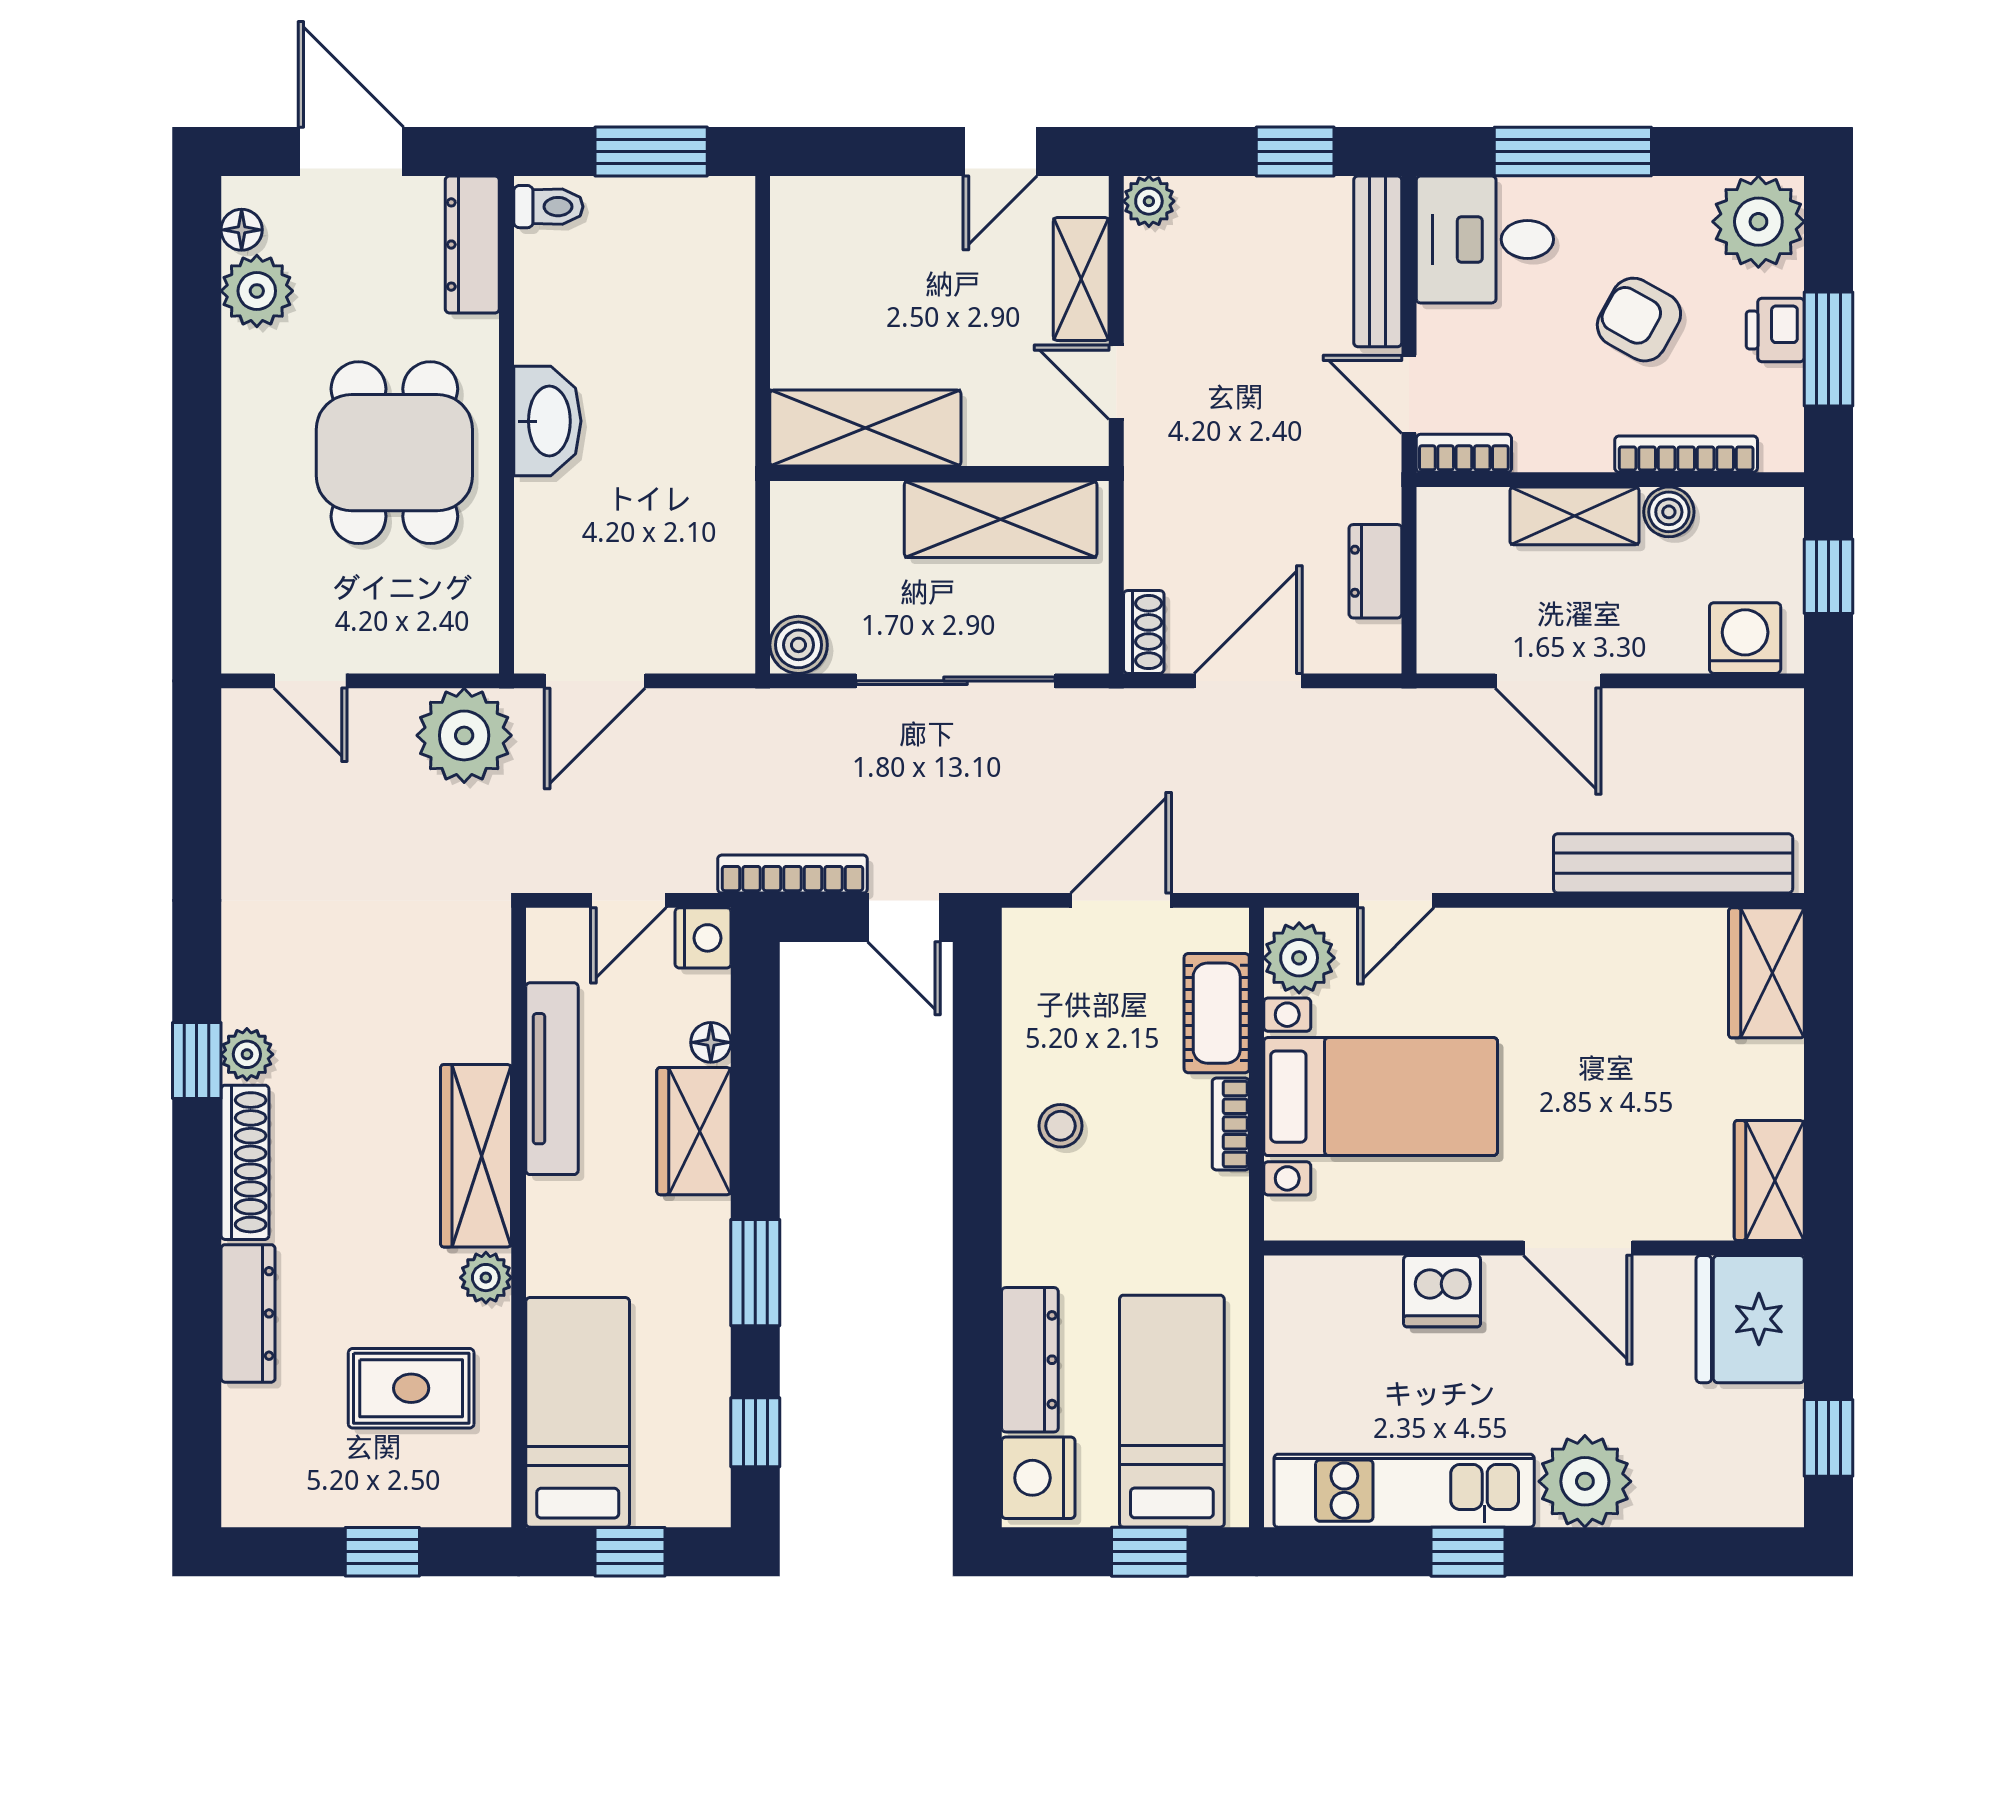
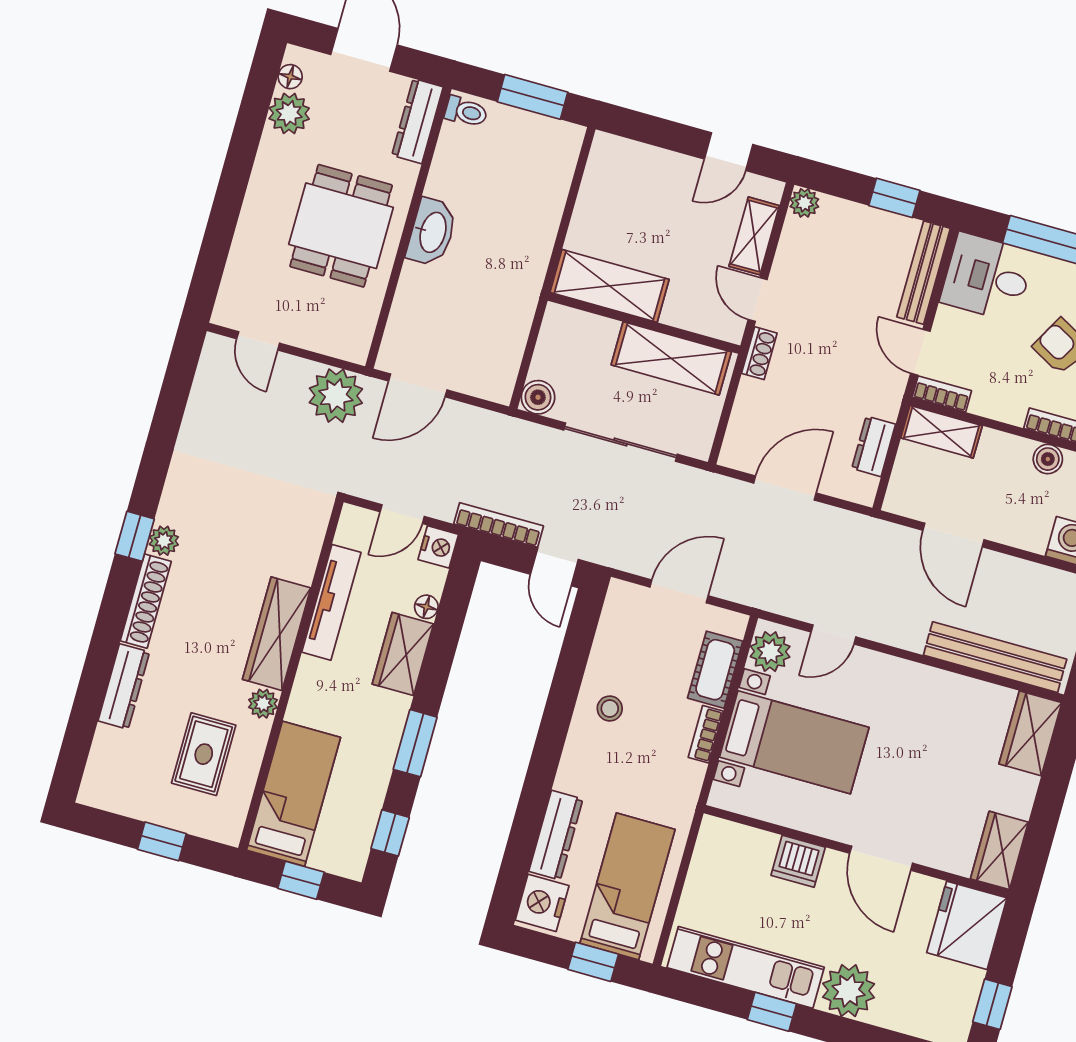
shelving: (1574, 516) -> (942, 432), moved
shoe rack: (1144, 632) -> (759, 353), moved
rug: (411, 1388) -> (204, 754), turned 90

